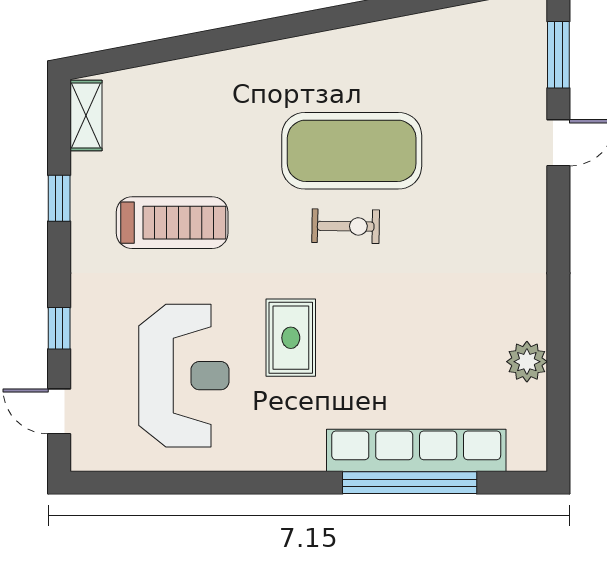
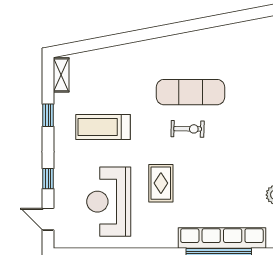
exercise mat: (352, 151) -> (190, 92), width x0.68
treadmill: (172, 223) -> (103, 127), turned 180
reception desk: (184, 376) -> (109, 202), turned 180

